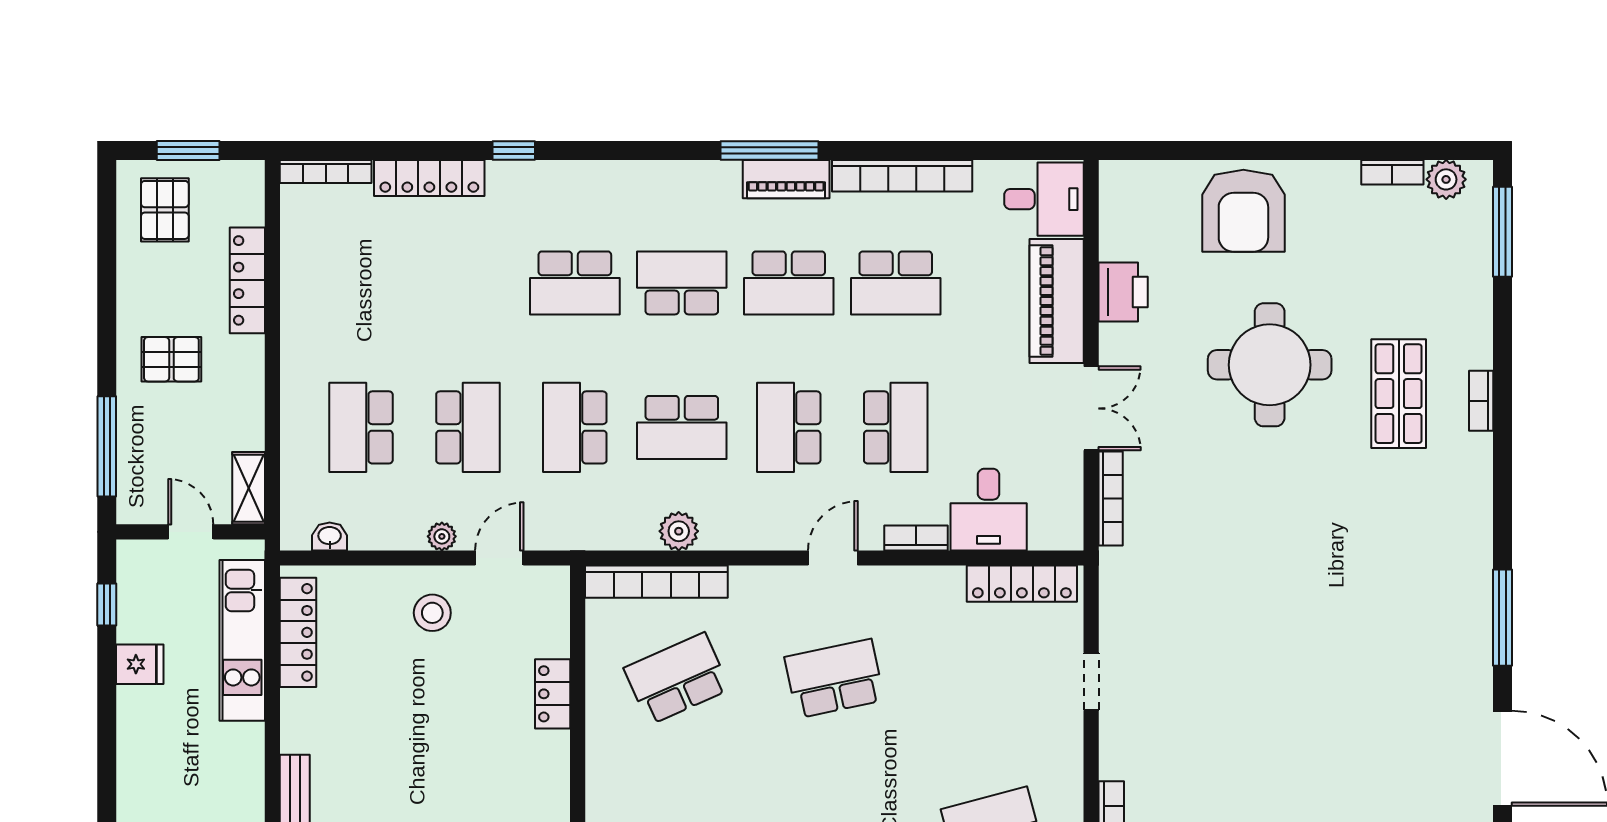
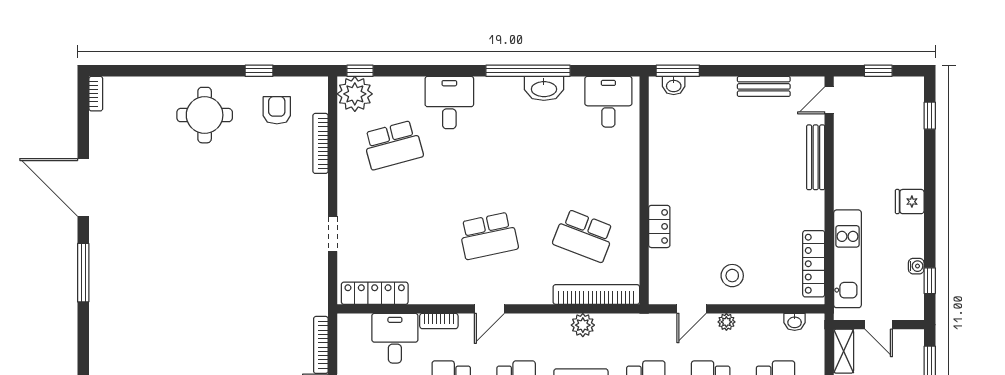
water cooler: (129, 629) -> (916, 266), added
fridge: (140, 664) -> (910, 202), moved
school desk: (677, 679) -> (584, 236), turned 45

